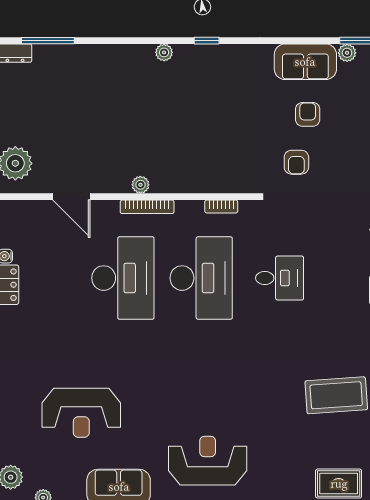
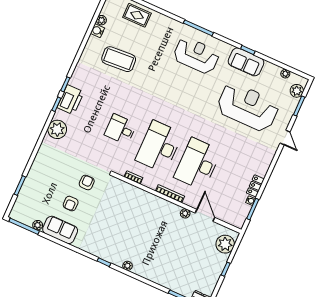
plant: (140, 185) -> (185, 213), moved
reception desk: (81, 413) -> (248, 107), width x1.36, depth x1.30
reception desk: (208, 461) -> (196, 55), turned 180

